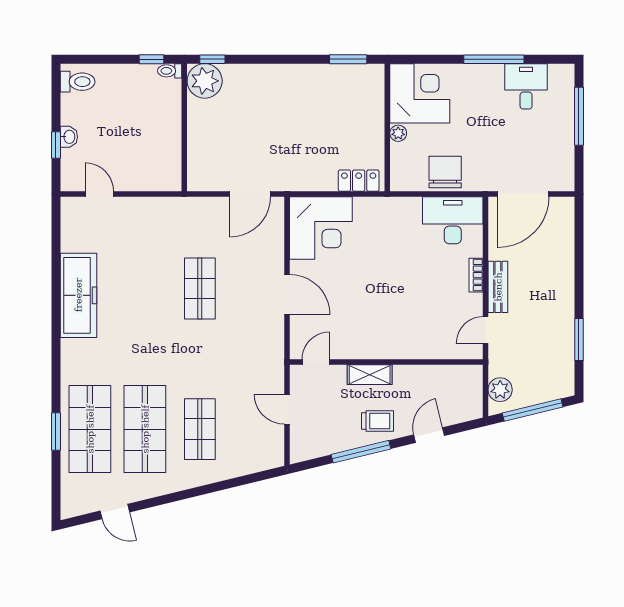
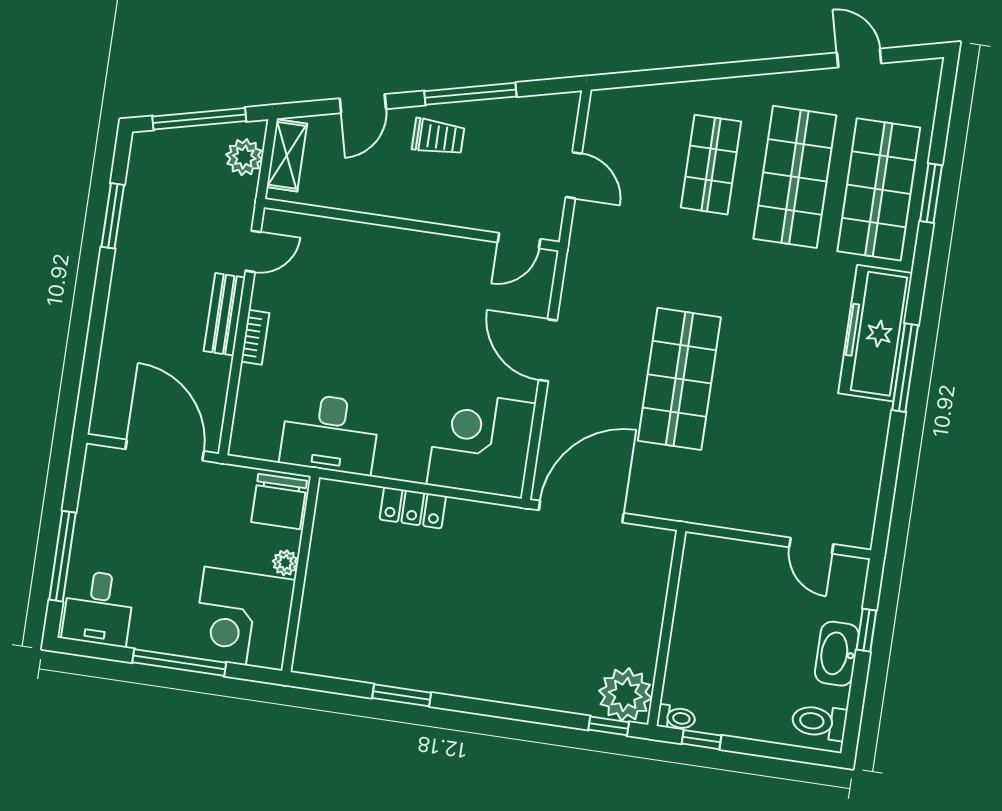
desk: (526, 86) -> (98, 608), moved
corner desk: (420, 93) -> (243, 619), moved
wall: (387, 127) -> (301, 574), moved
plant: (398, 133) -> (285, 563), moved
washbasin: (69, 137) -> (837, 654), width x1.91, depth x1.45
door: (250, 194) -> (581, 512), width x1.36
door: (523, 194) -> (165, 450), hinge flipped
desk: (453, 220) -> (330, 434), moved
shop shelf: (200, 289) -> (679, 379), width x1.43, depth x1.36
freezer: (78, 295) -> (875, 333), moved
window: (56, 317) -> (905, 368), added
shelving: (370, 375) -> (287, 155), moved, turned 90
trolley: (377, 421) -> (438, 137), turned 180

